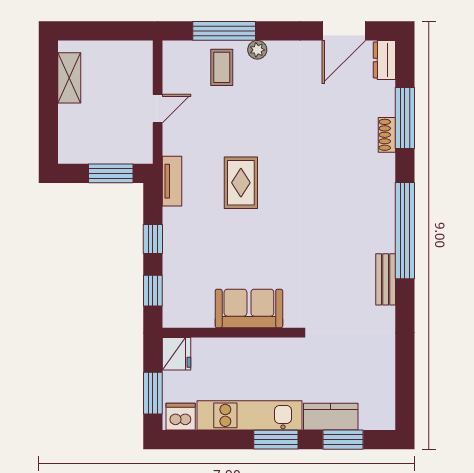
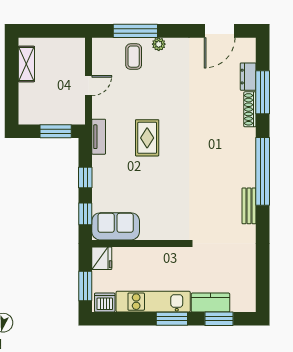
dresser: (384, 60) -> (248, 77), moved
shoe rack: (387, 135) -> (250, 109), width x1.43
sofa: (249, 309) -> (116, 226), moved

